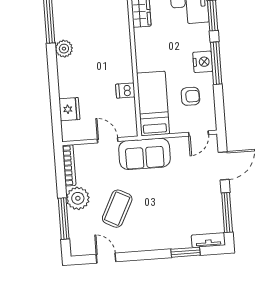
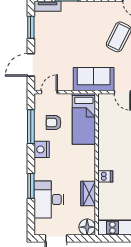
window: (216, 63) -> (31, 127), moved
dishwasher: (125, 91) -> (105, 176), moved
window: (227, 213) -> (31, 27), width x0.69

